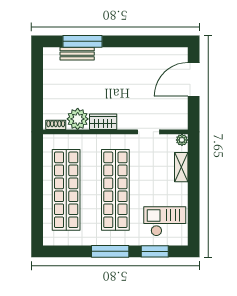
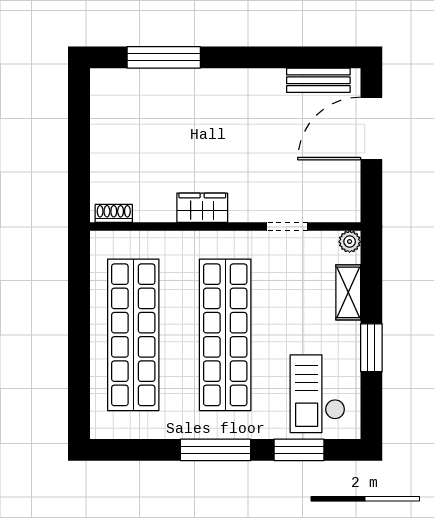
bench: (77, 54) -> (318, 80), moved
plant: (78, 119) -> (155, 202), removed
window: (194, 197) -> (371, 348), added
checkout: (165, 221) -> (318, 394), turned -90

